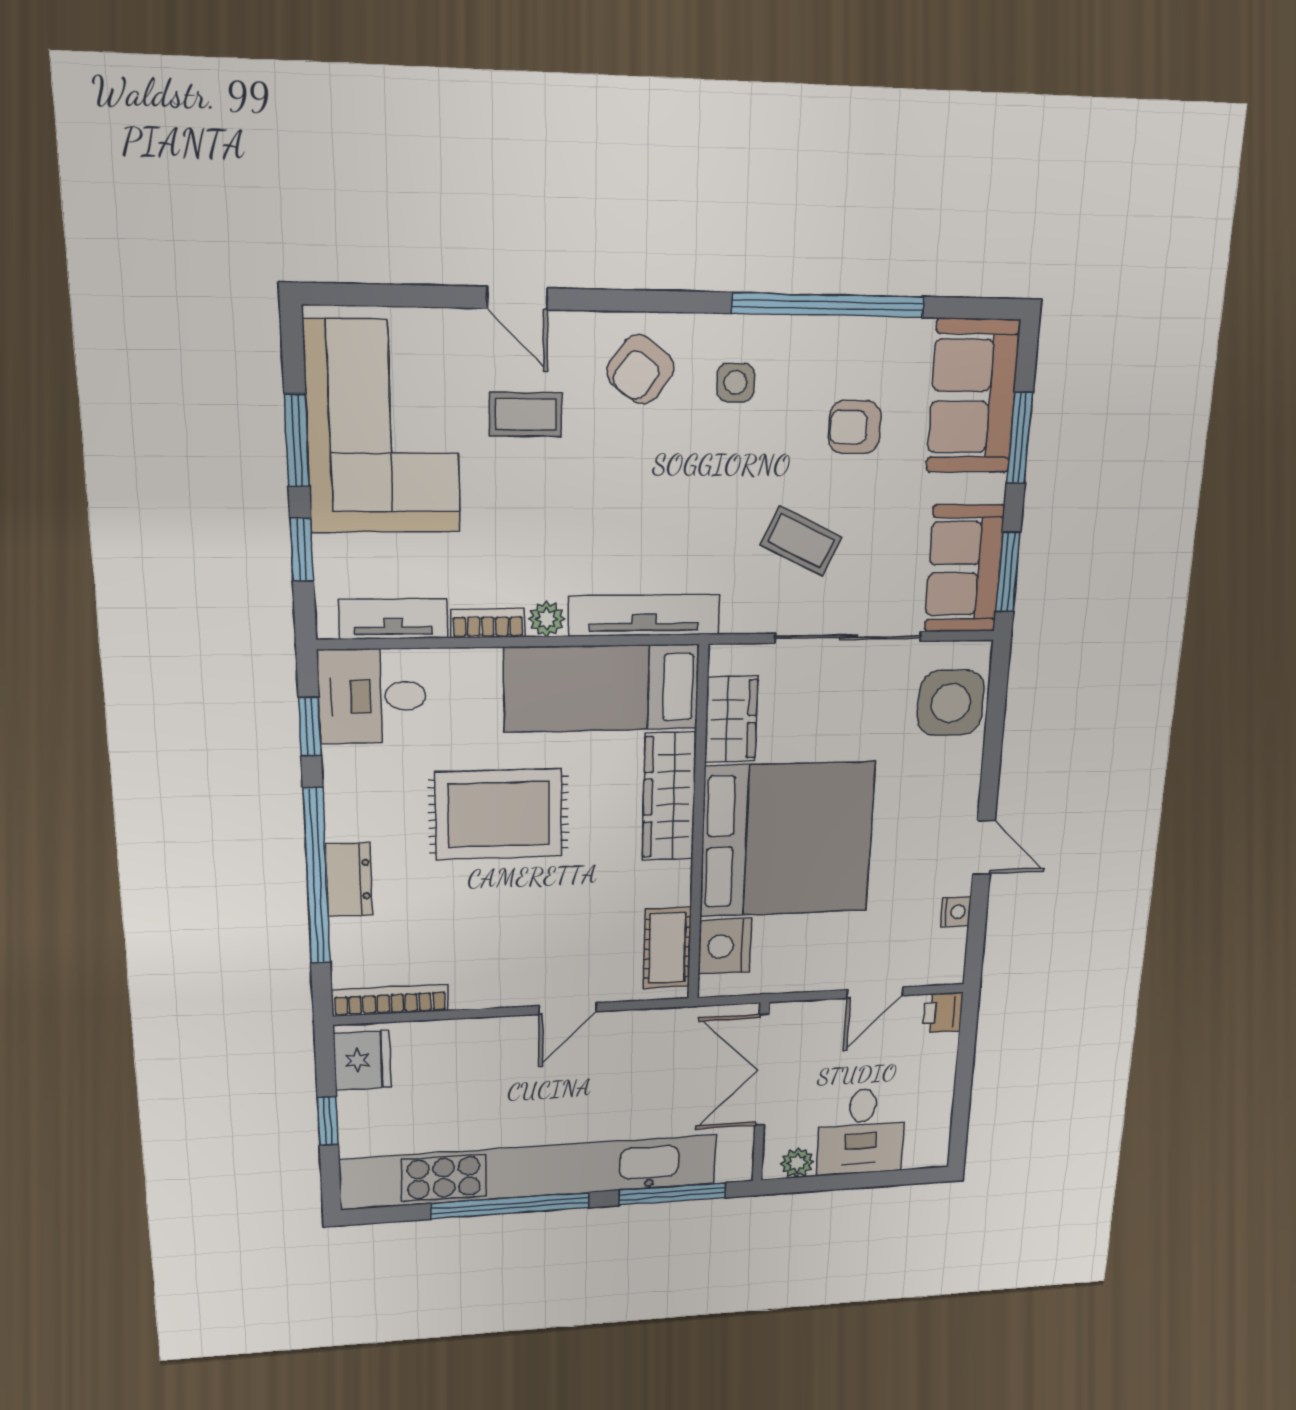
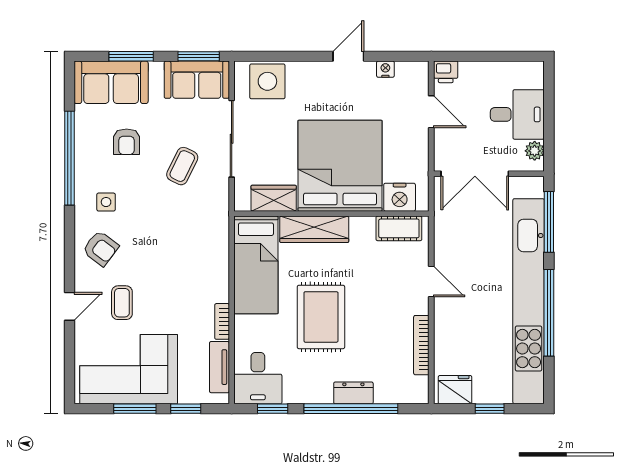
tv unit: (644, 615) -> (219, 244), removed
plant: (547, 619) -> (220, 293), removed
bookcase: (390, 1000) -> (421, 345), moved

